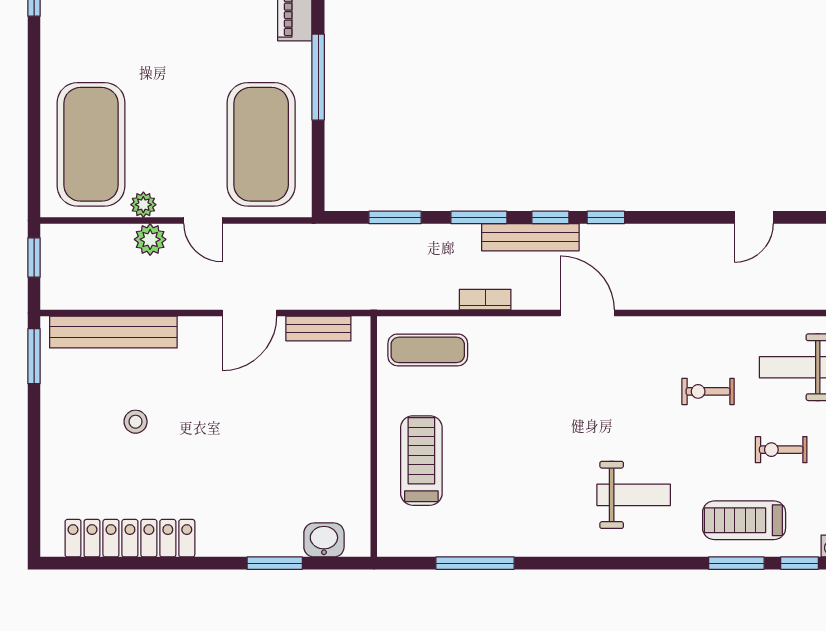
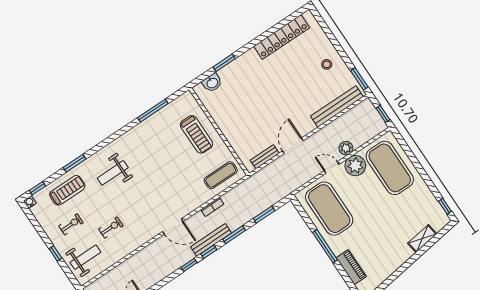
plant: (143, 205) -> (355, 166), width x1.88, depth x1.88
stool: (136, 422) -> (327, 64), moved
window: (736, 563) -> (74, 163), moved

